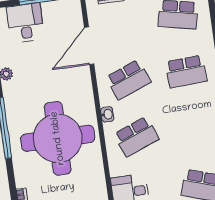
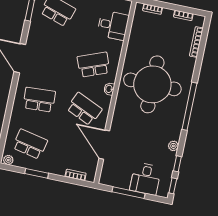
door: (89, 46) -> (104, 145), swing flipped
school desk: (128, 80) -> (84, 109), turned 45

